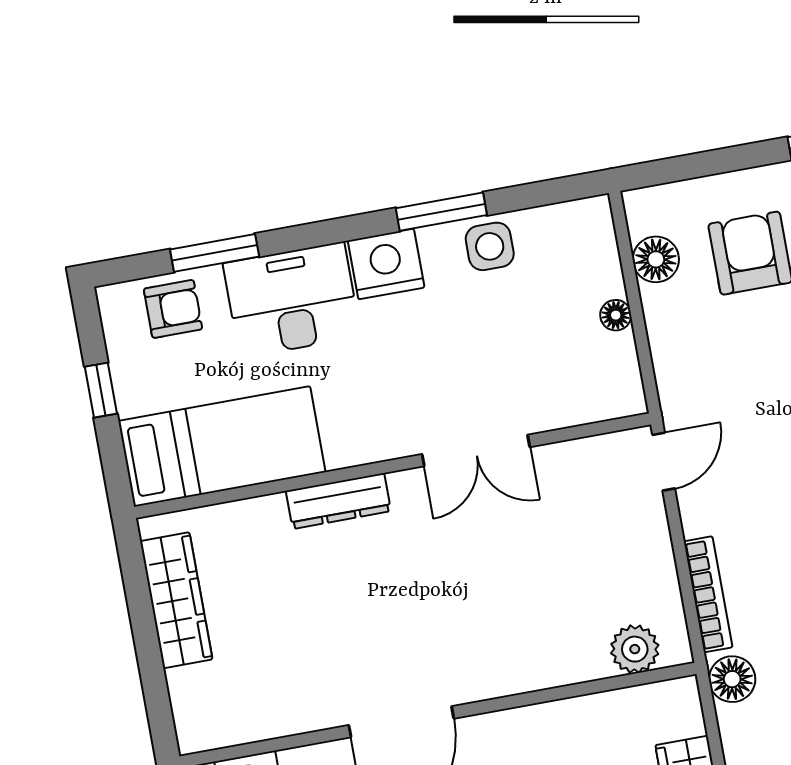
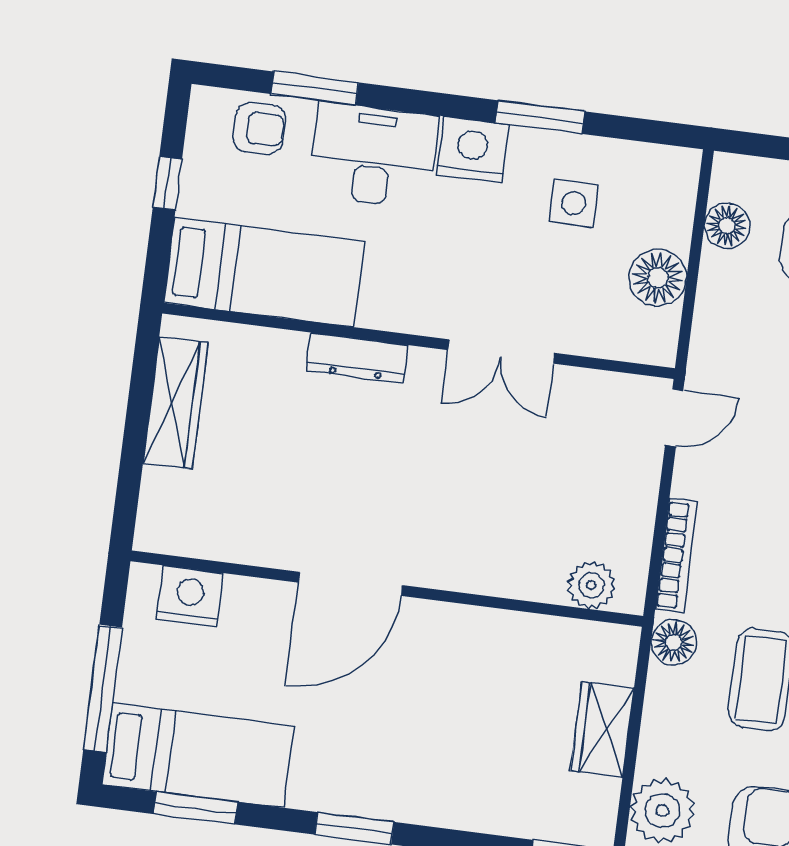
side table: (490, 246) -> (574, 203), moved
floor lamp: (616, 315) -> (658, 278), width x1.89, depth x1.89

